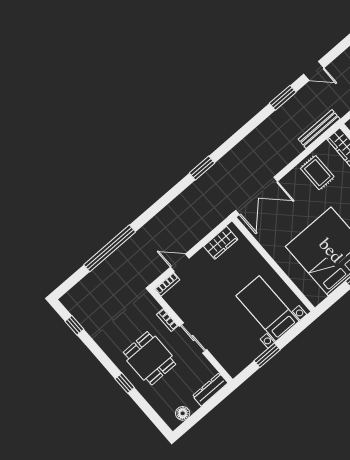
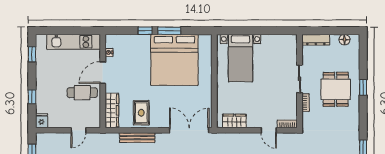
bench: (319, 129) -> (137, 138), moved
window: (267, 355) -> (265, 31), removed

